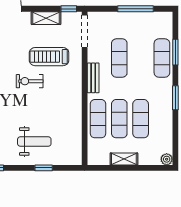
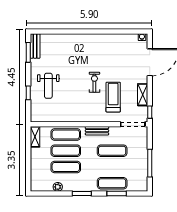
shelving: (124, 159) -> (35, 137), moved
plant: (167, 159) -> (58, 187), moved

